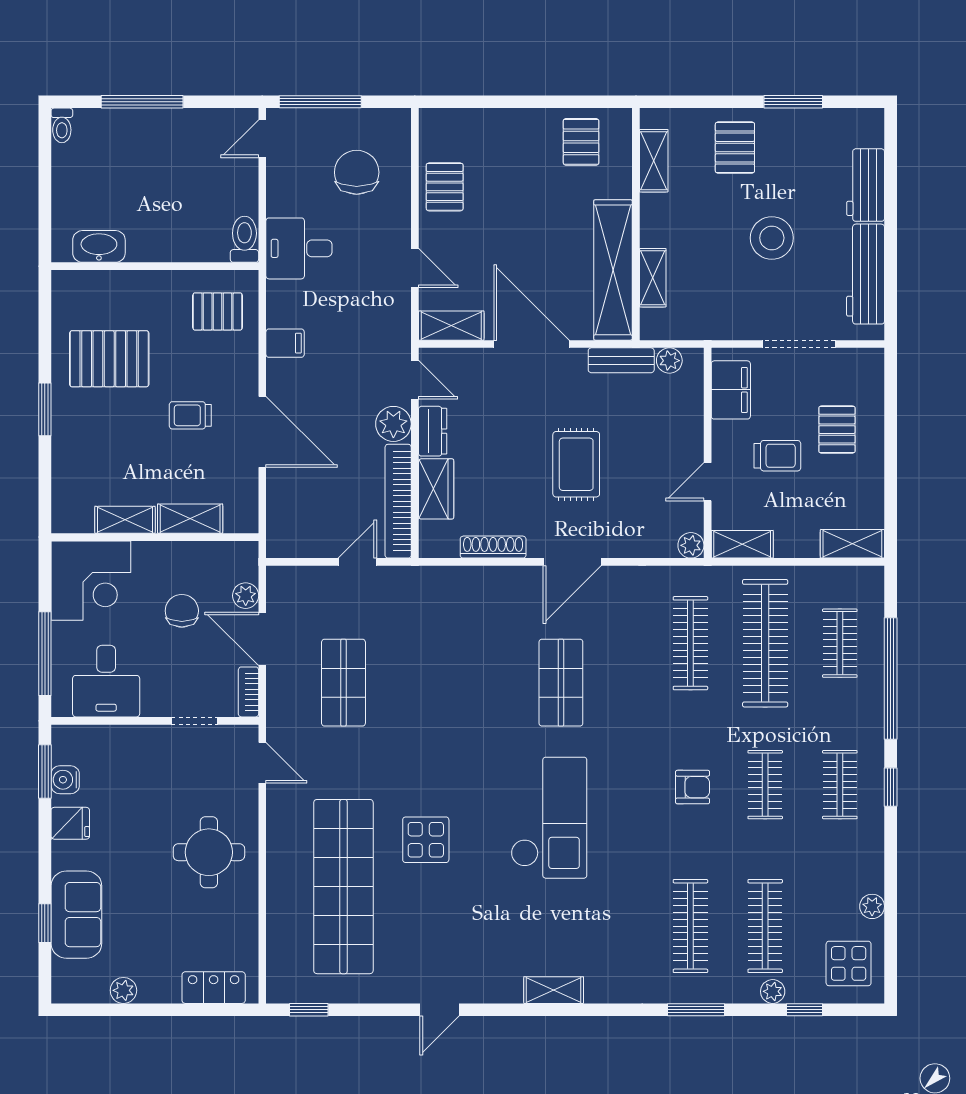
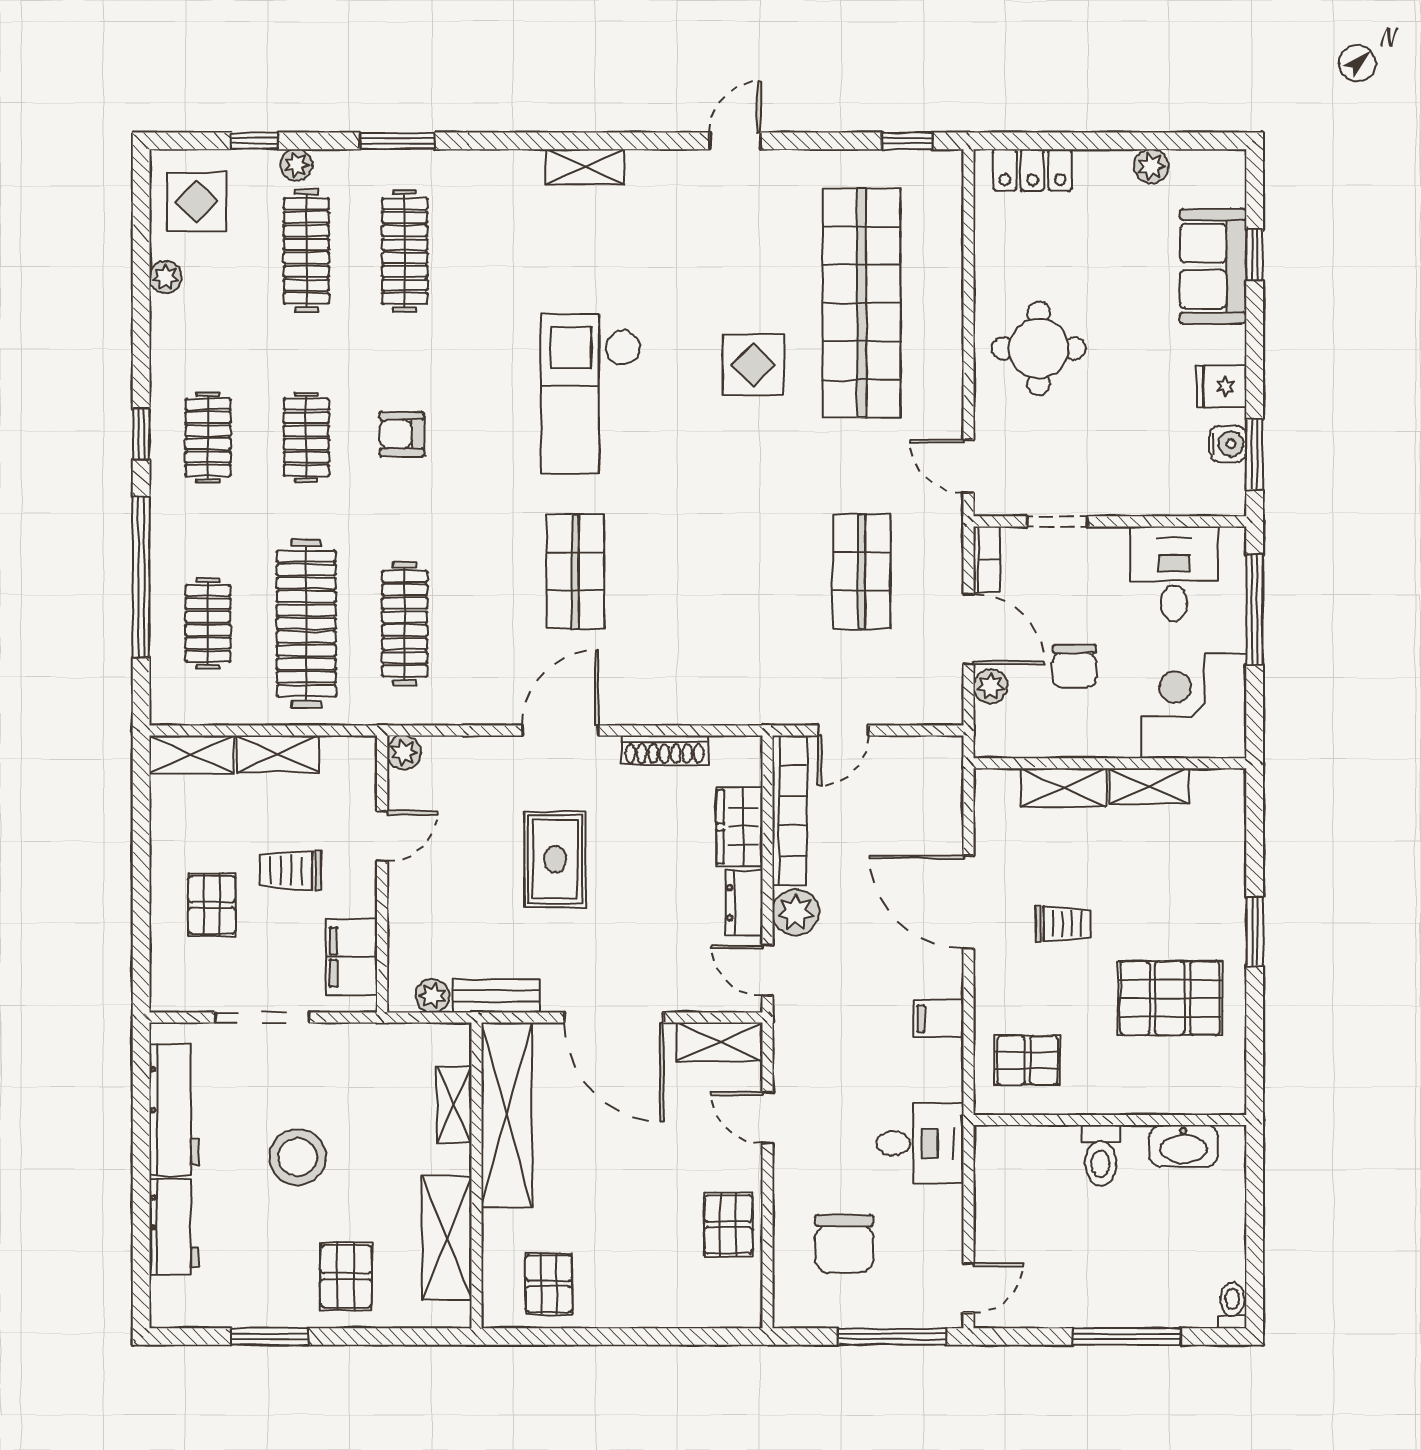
shelving: (654, 161) -> (447, 1238), width x1.50, depth x1.33
toilet: (244, 239) -> (1101, 1155), moved
shelving: (742, 544) -> (278, 754), moved

